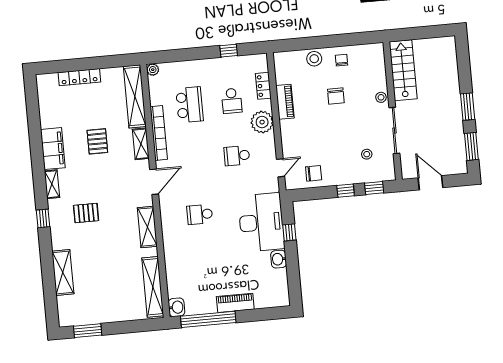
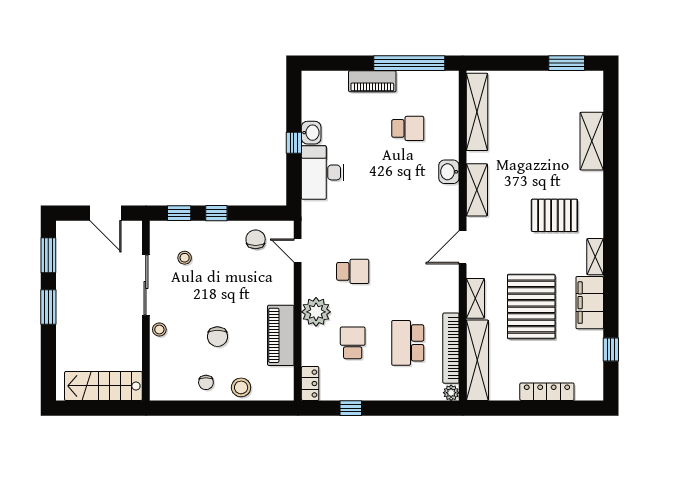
stairs: (403, 70) -> (103, 386), moved, turned 90
locker: (263, 86) -> (310, 384), moved
chair: (336, 96) -> (217, 337), turned 180
piano: (285, 102) -> (281, 335), width x1.37, depth x1.33
bookcase: (159, 133) -> (451, 348), moved
pallet: (97, 141) -> (531, 307), width x2.05, depth x2.00
door: (280, 168) -> (298, 250), hinge flipped
chair: (314, 173) -> (256, 239), turned 90
pallet: (86, 213) -> (554, 215), width x1.50, depth x1.42
school desk: (200, 214) -> (408, 128), moved
window: (43, 218) -> (611, 349), moved
desk: (261, 222) -> (323, 172), width x0.73, depth x0.77
window: (289, 232) -> (294, 143), moved
washbasin: (177, 307) -> (449, 172), moved

